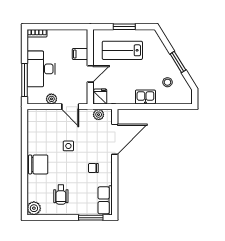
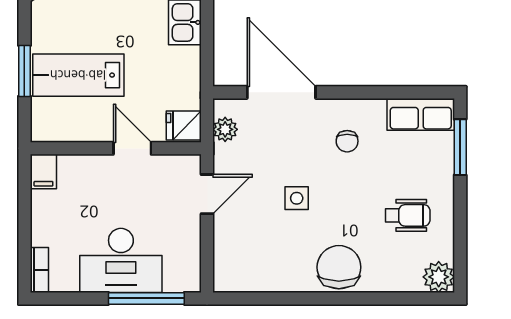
lab bench: (122, 50) -> (78, 75), turned 90
filing cabinet: (80, 54) -> (43, 172), moved
plant: (51, 99) -> (189, 237), removed

